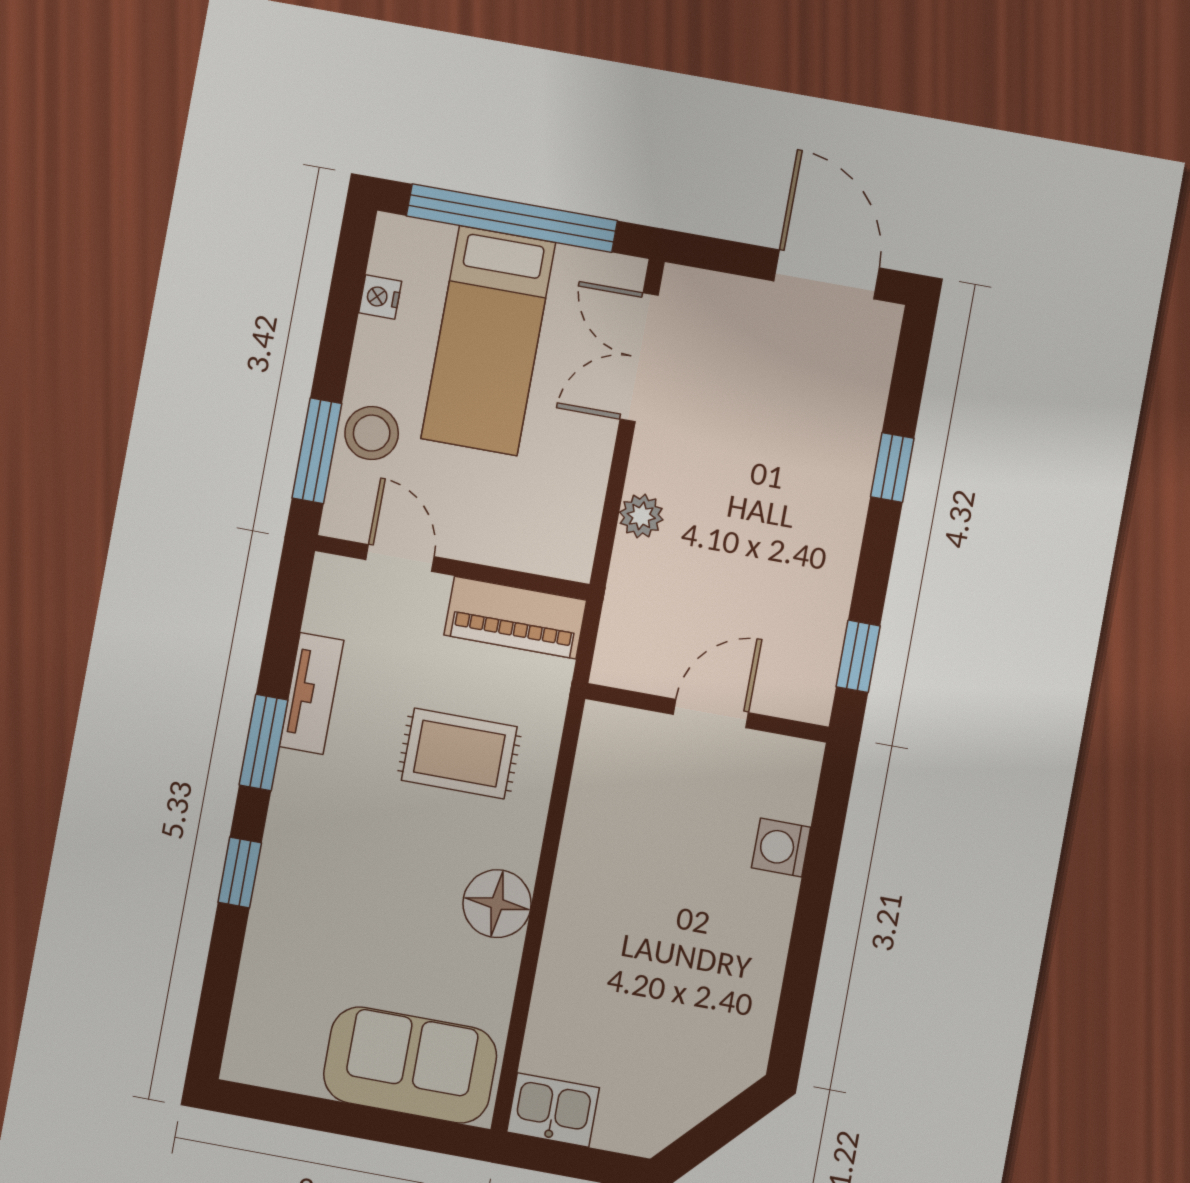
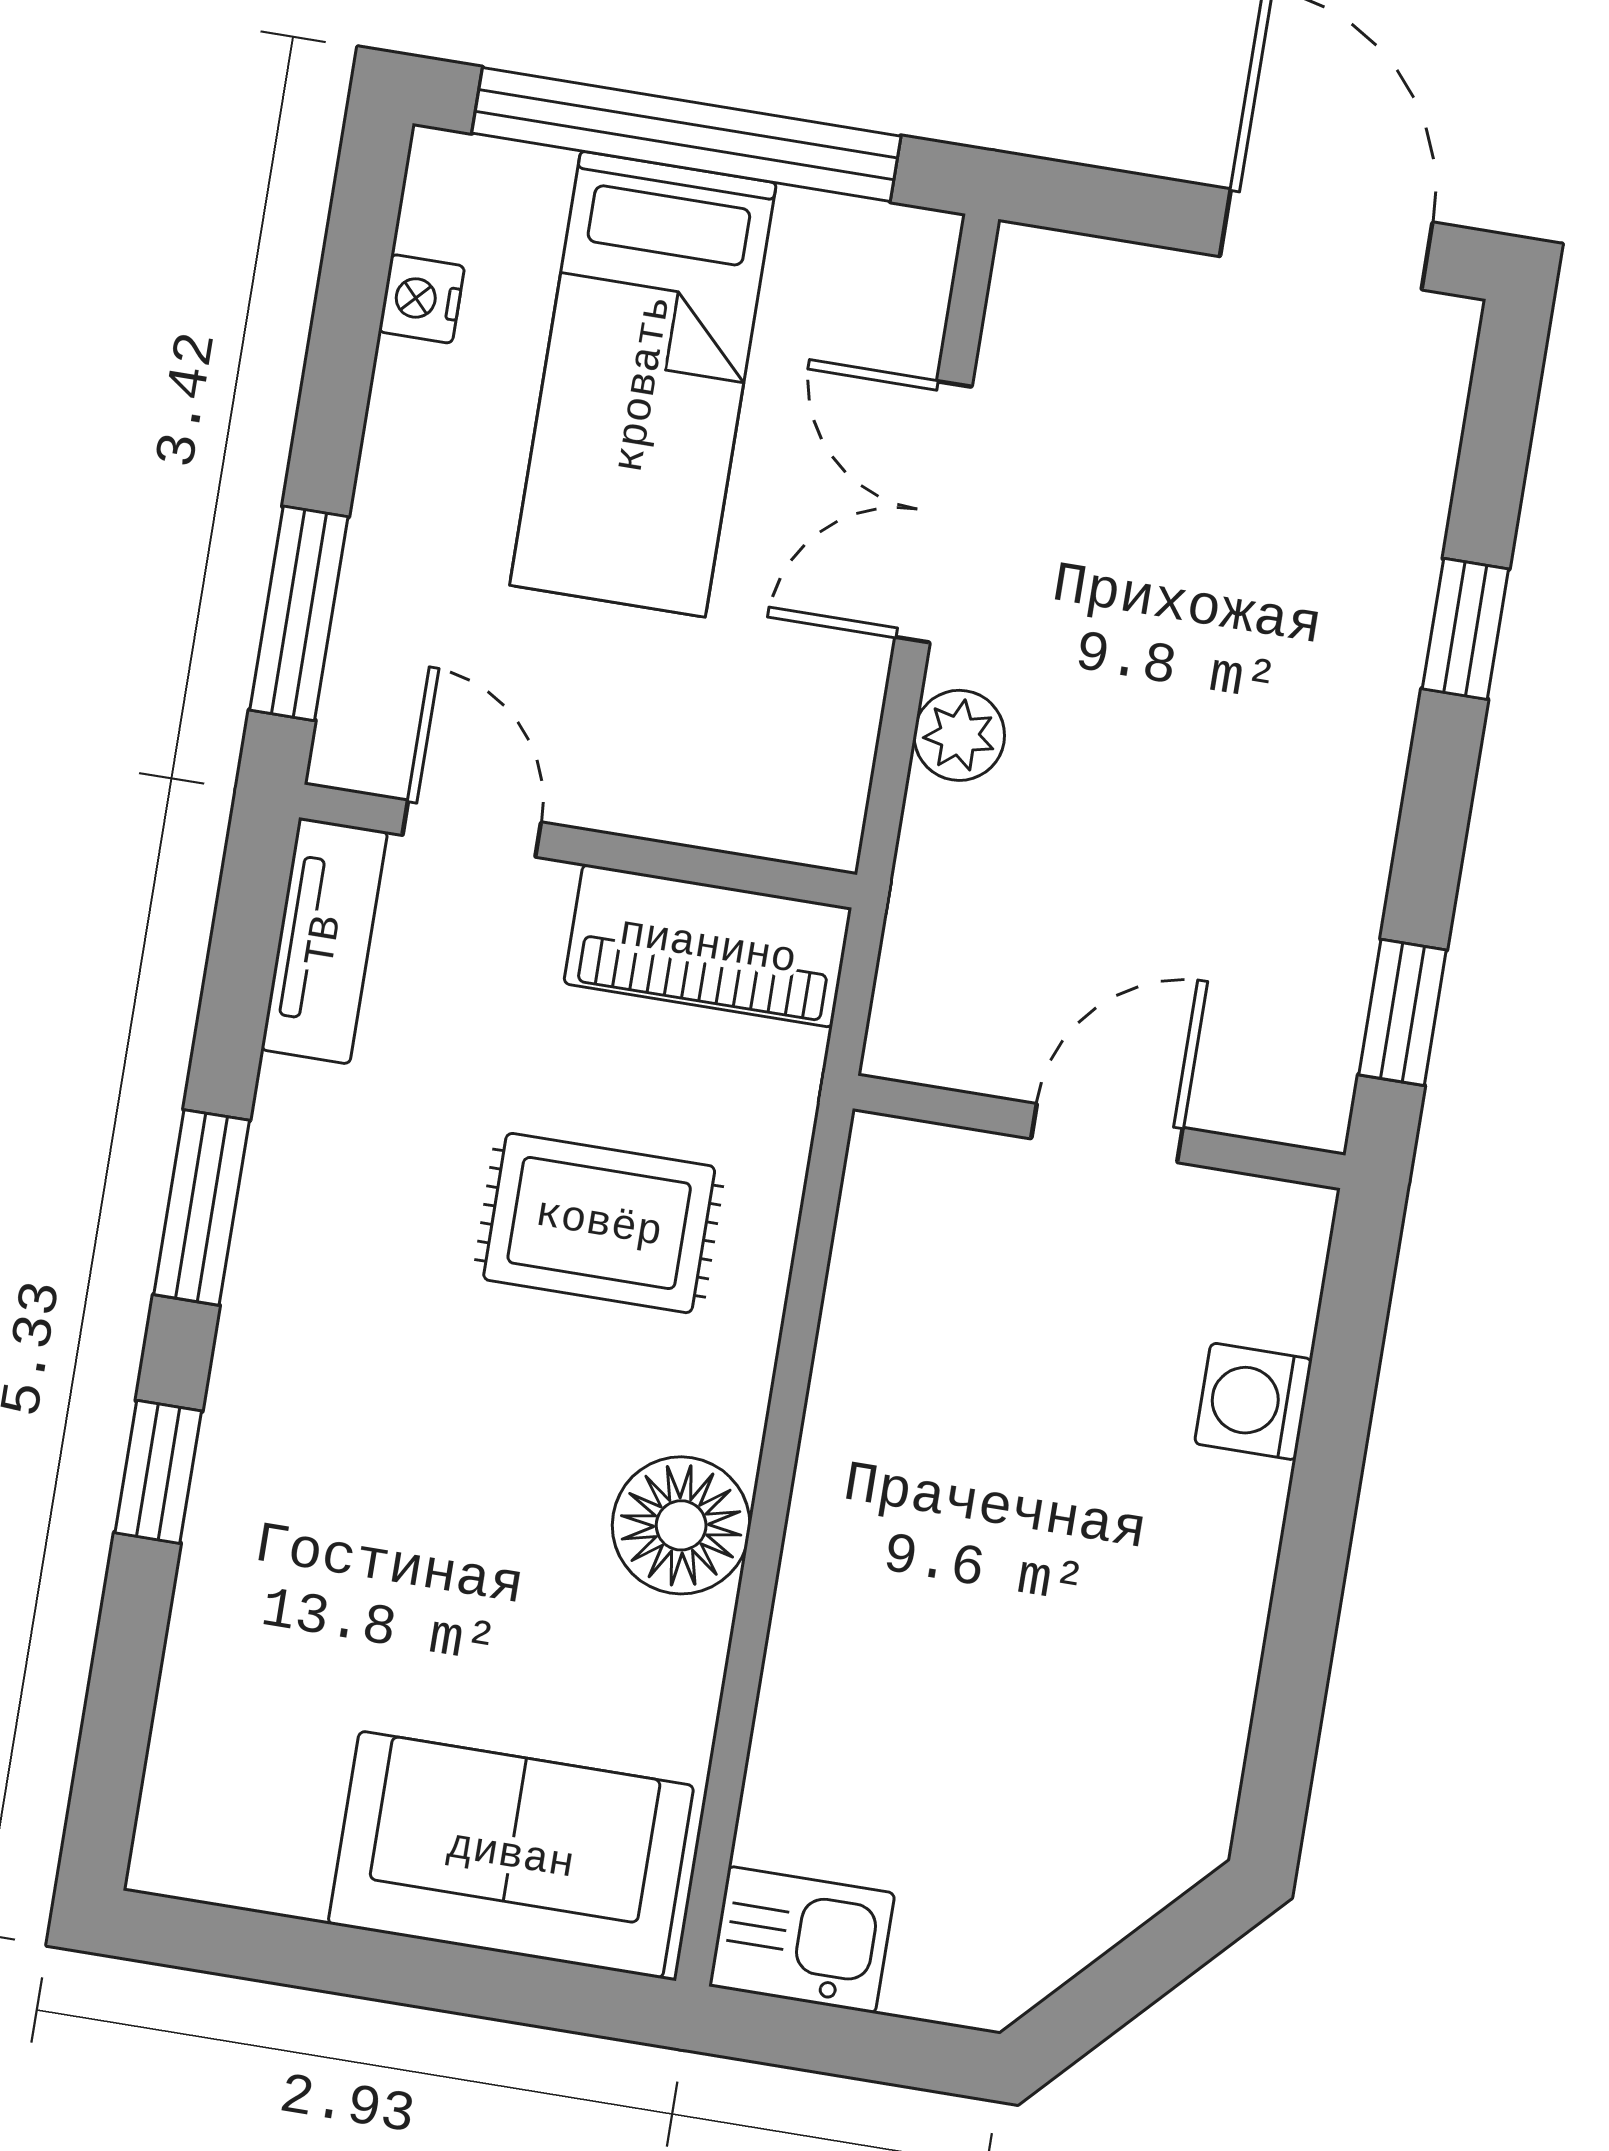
double door: (639, 357) -> (933, 512), moved
stool: (372, 433) -> (409, 576), removed
tv unit: (311, 693) -> (324, 941), moved

